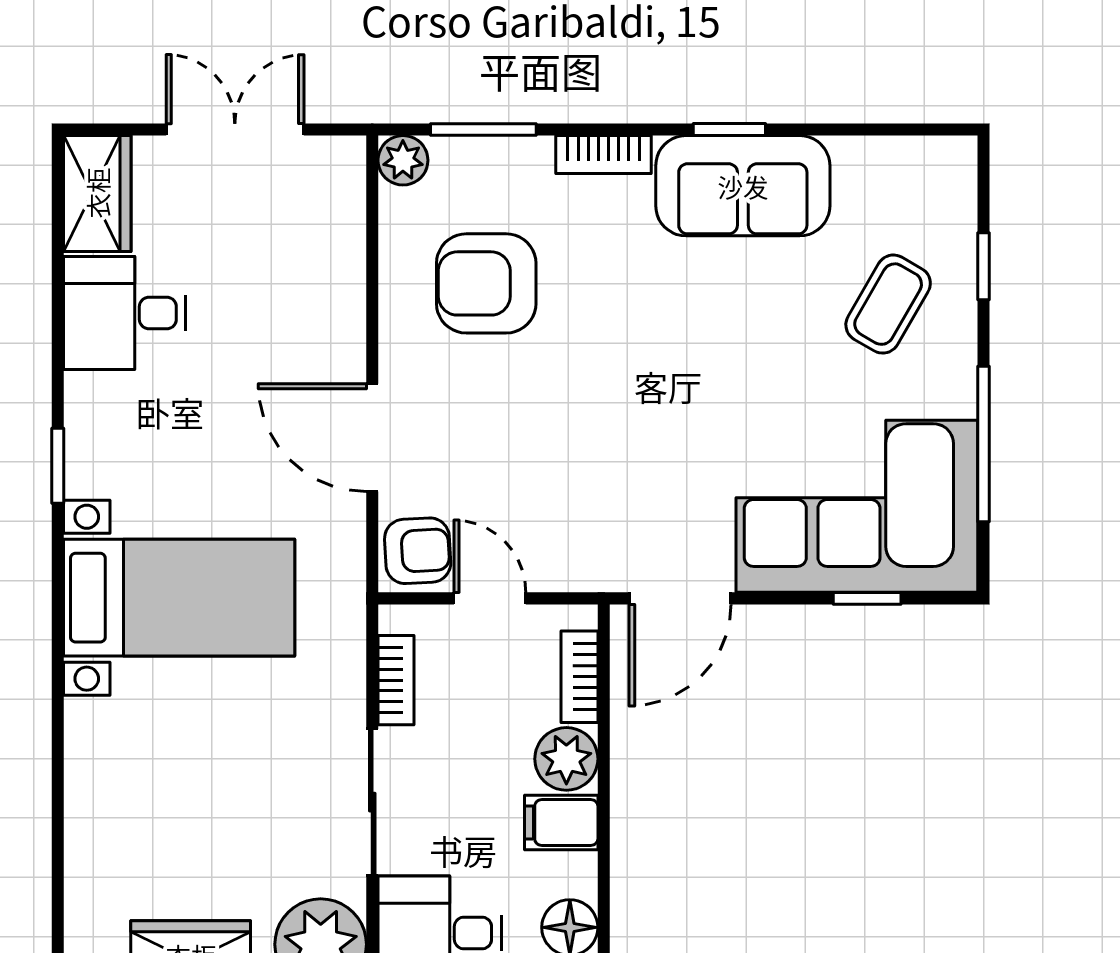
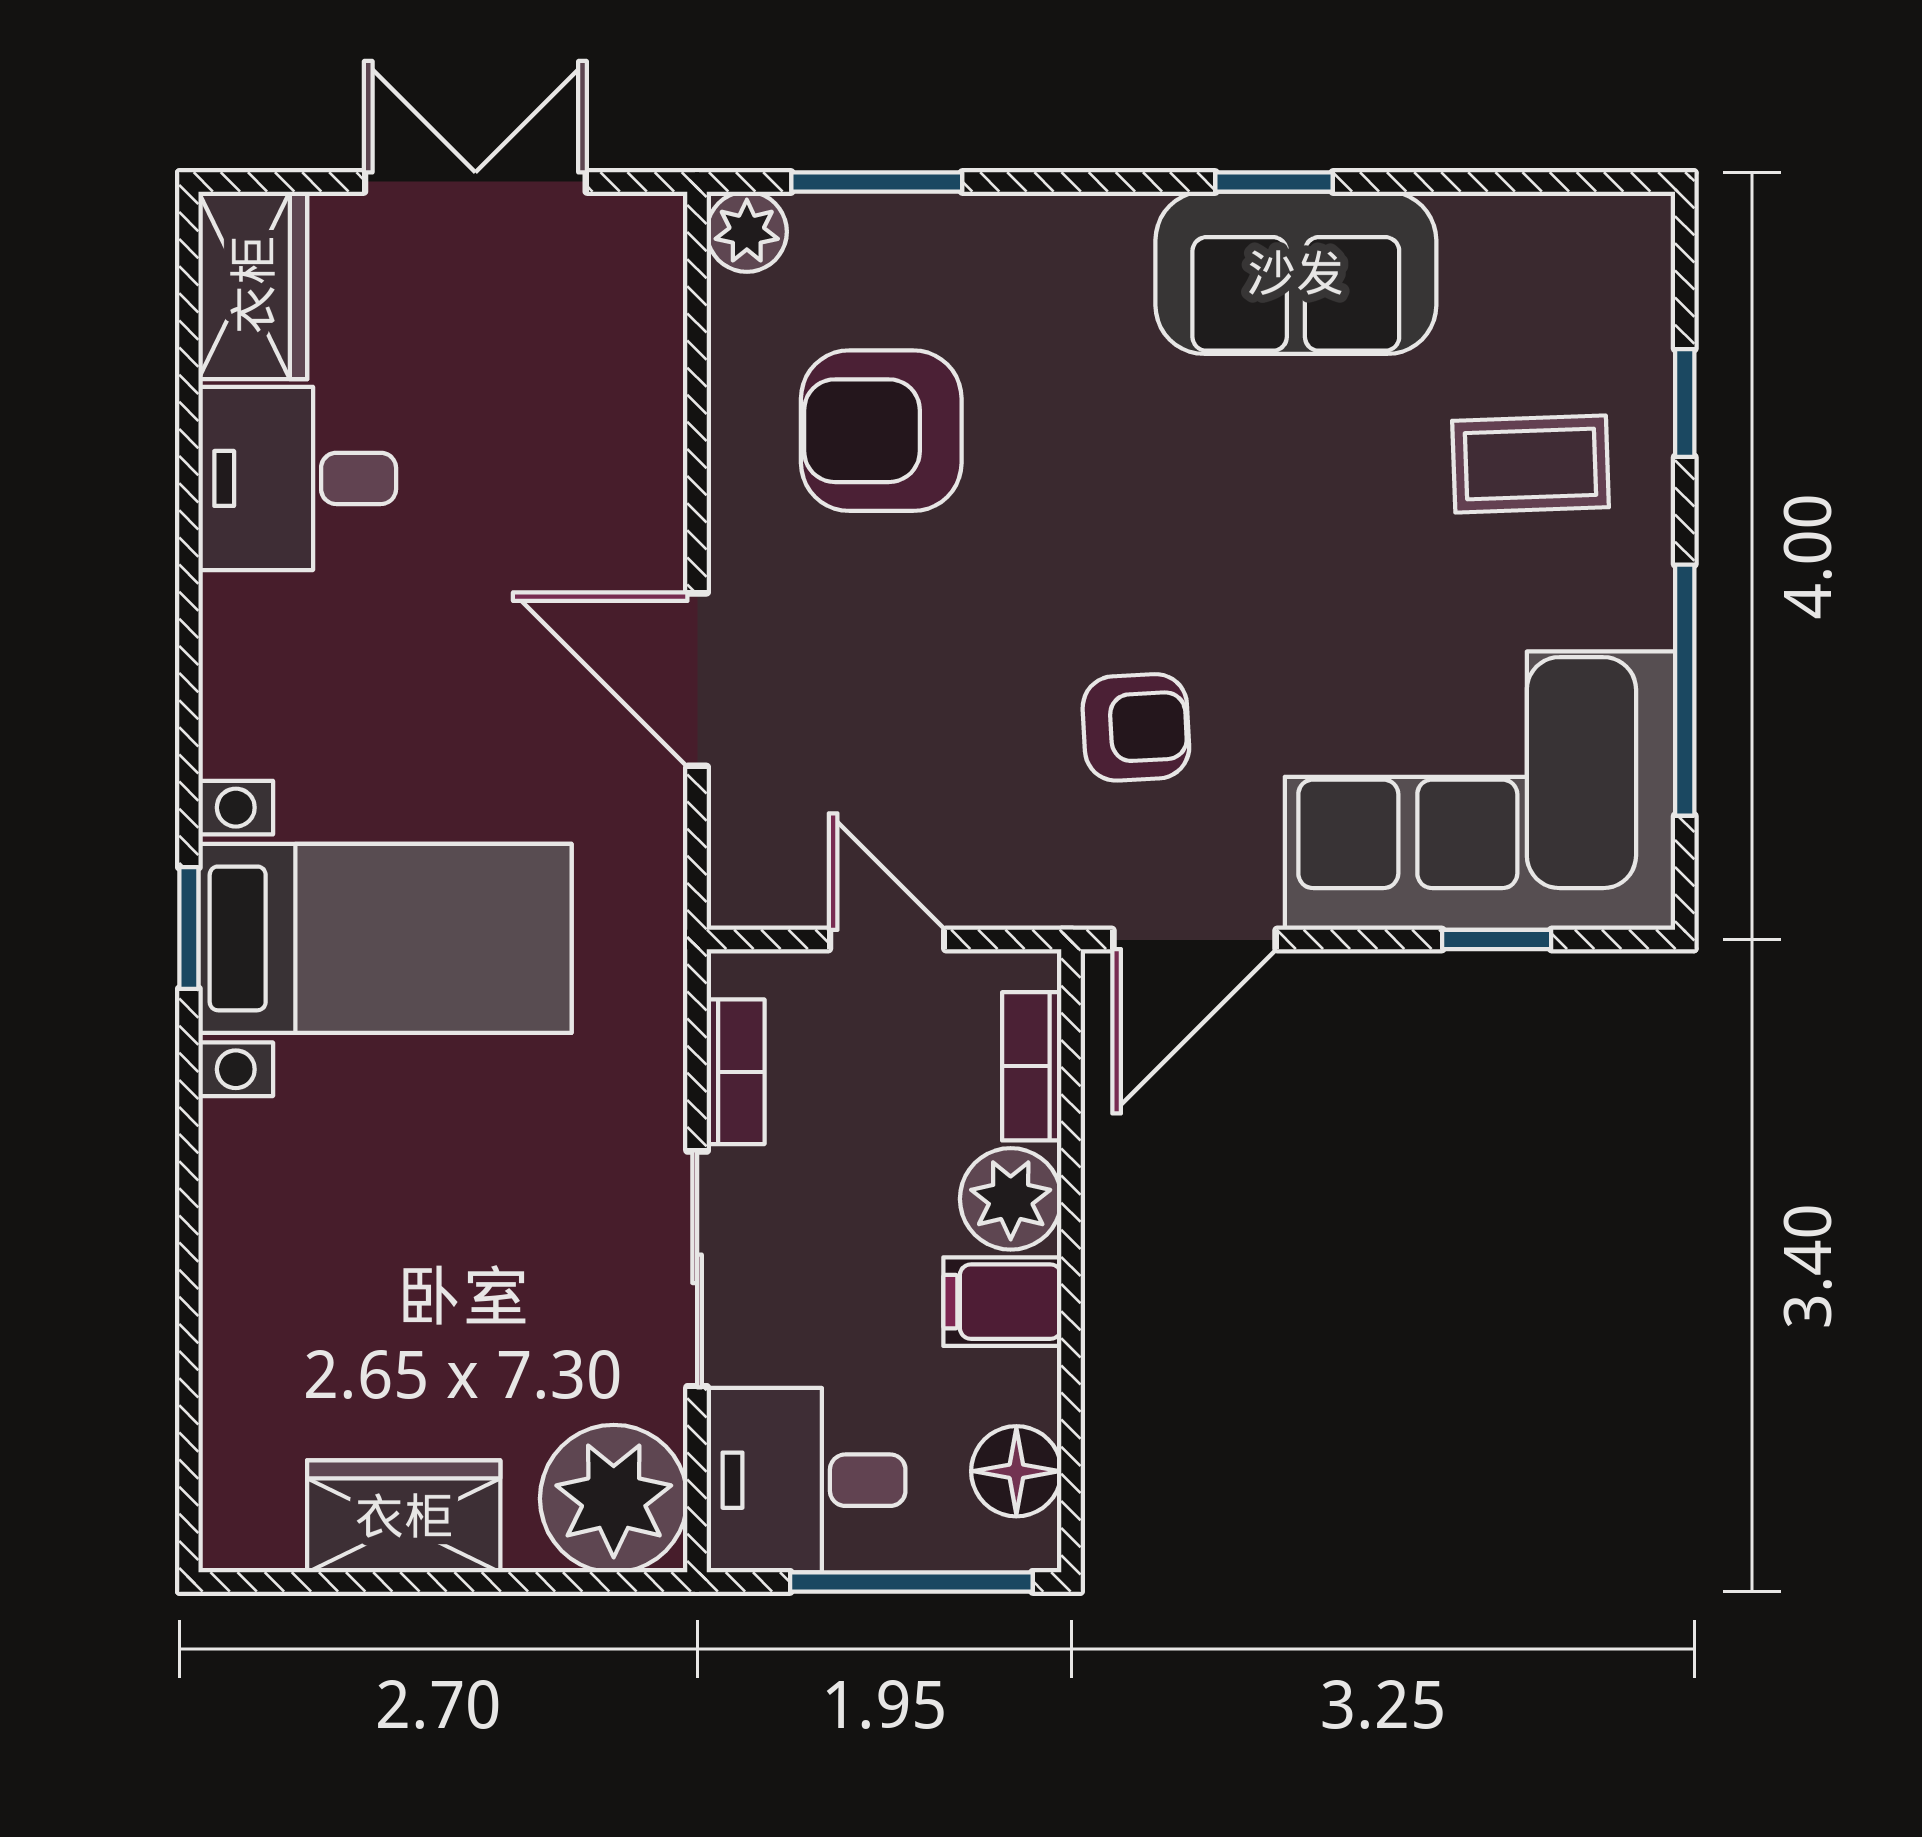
bookcase: (604, 155) -> (1071, 222), removed
coffee table: (888, 304) -> (1531, 464), turned 58
window: (58, 466) -> (189, 928), moved
armchair: (418, 551) -> (1136, 727), moved

